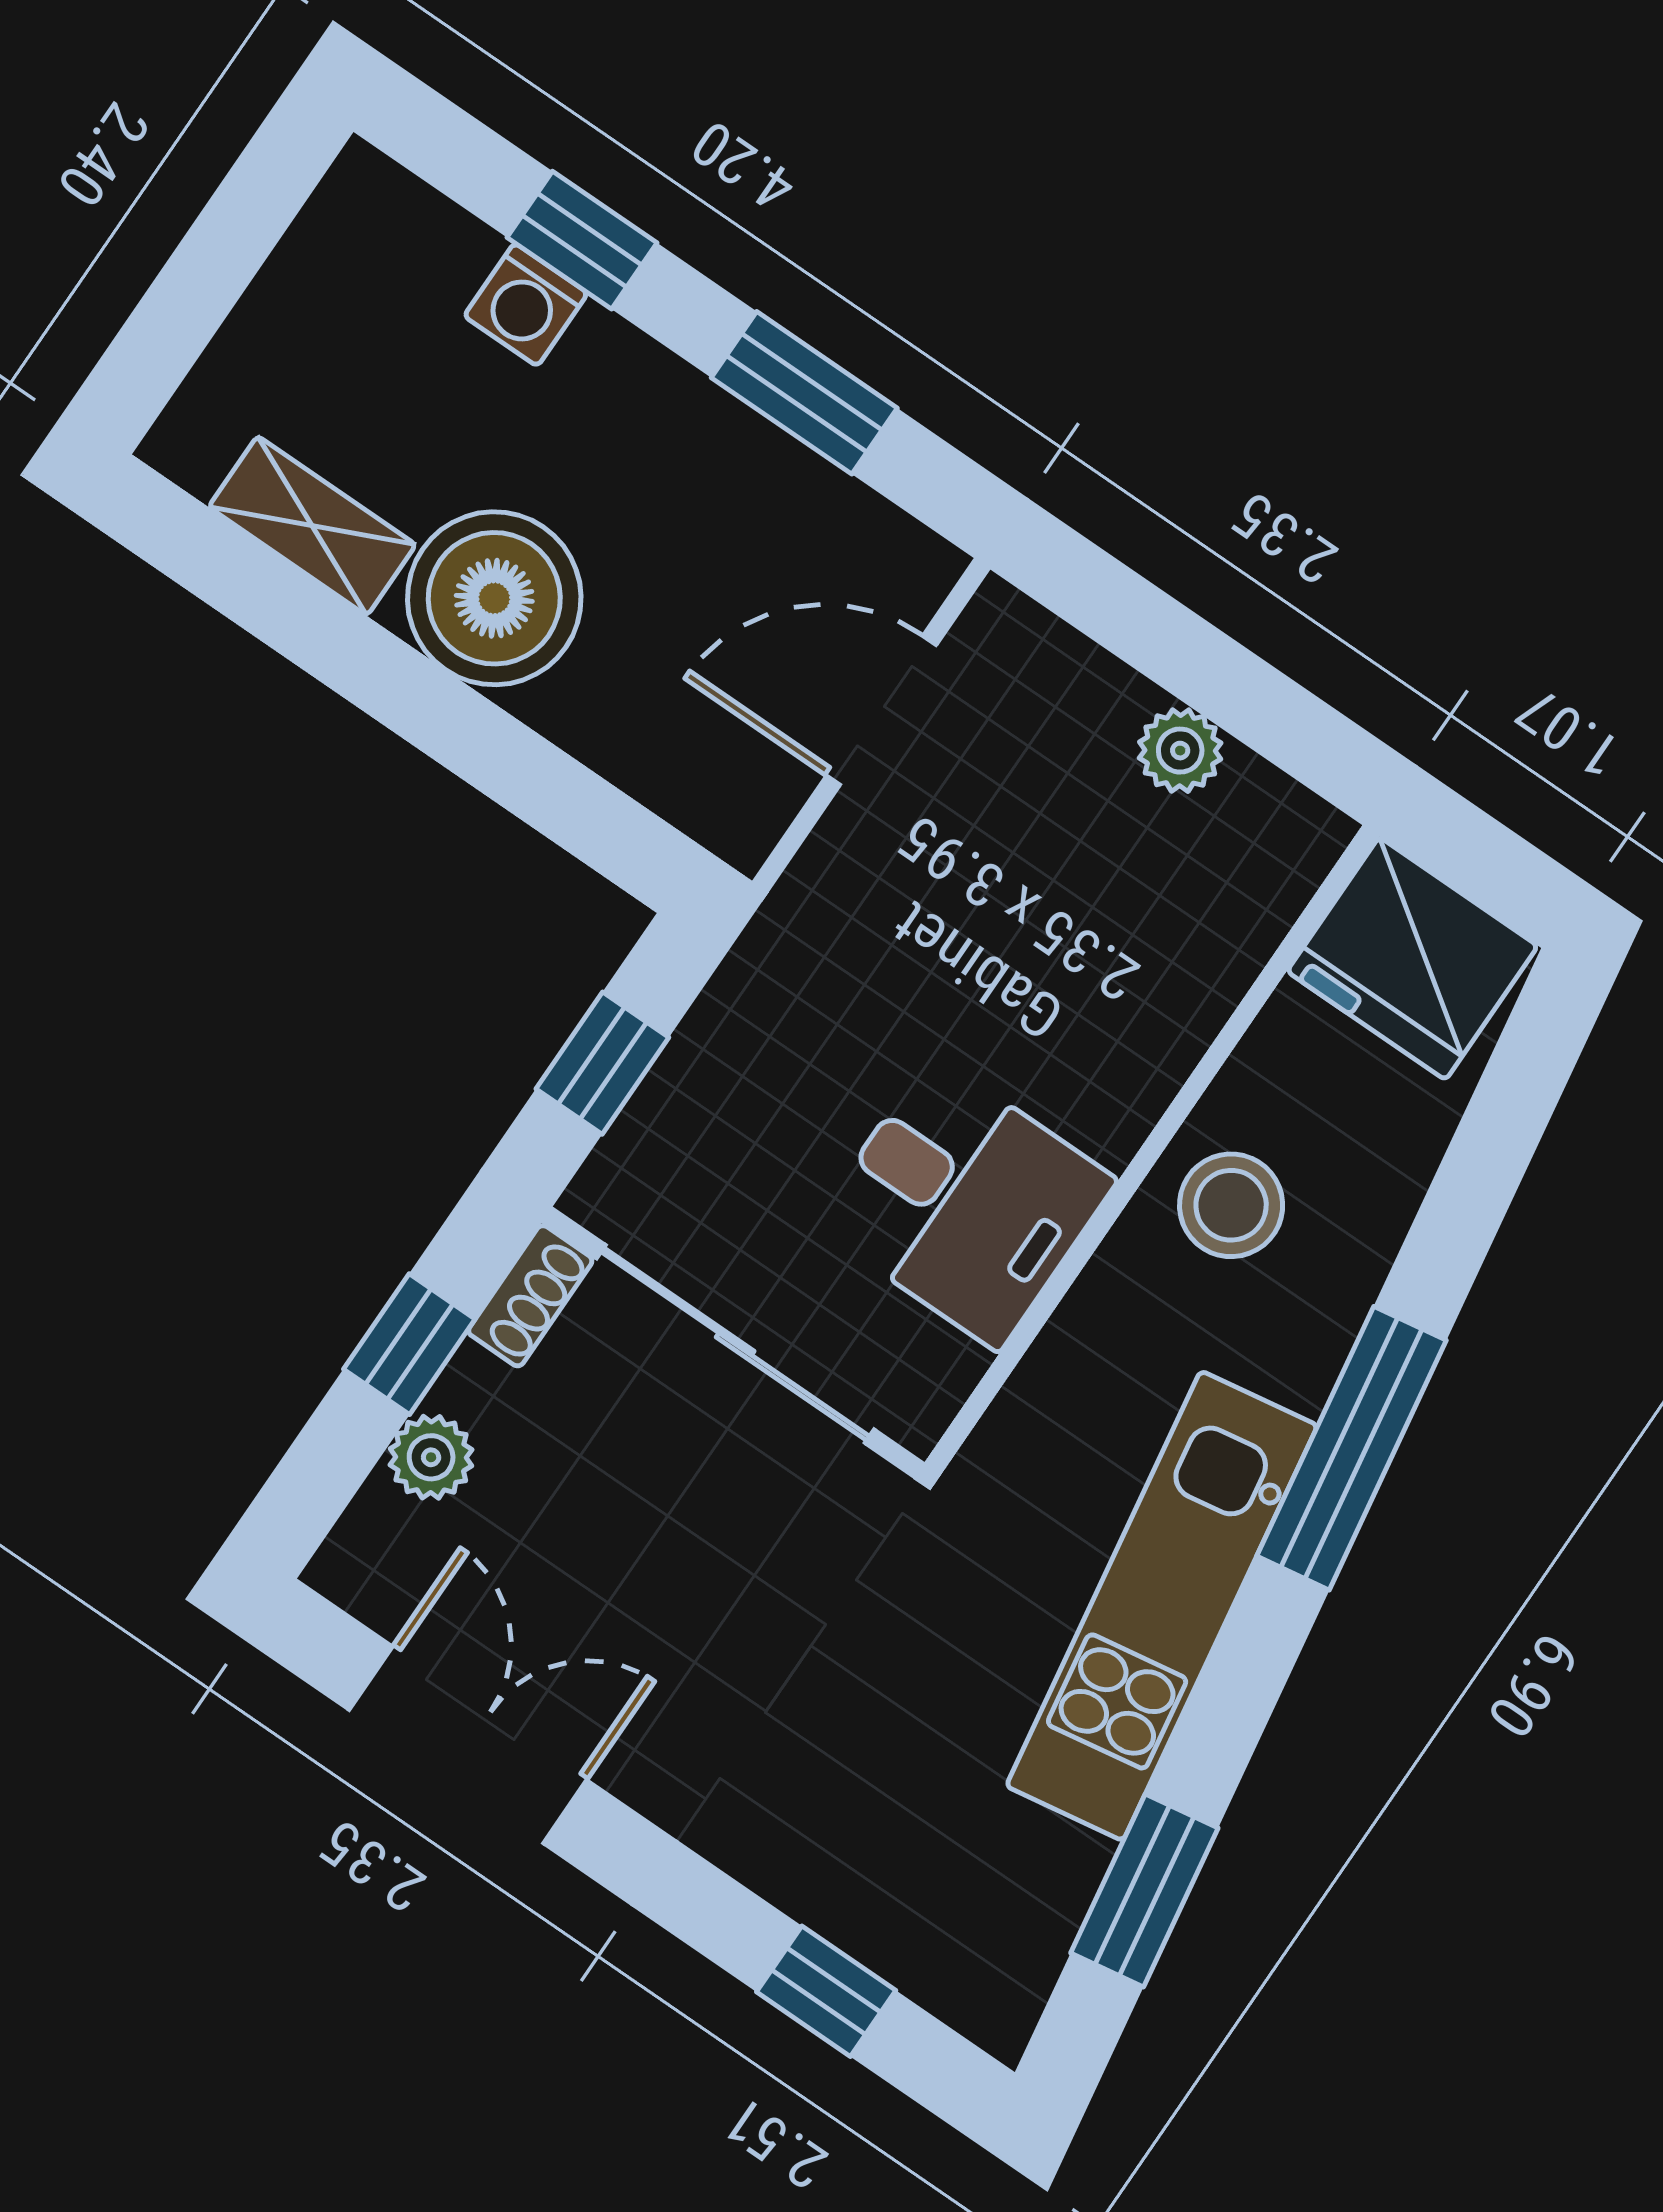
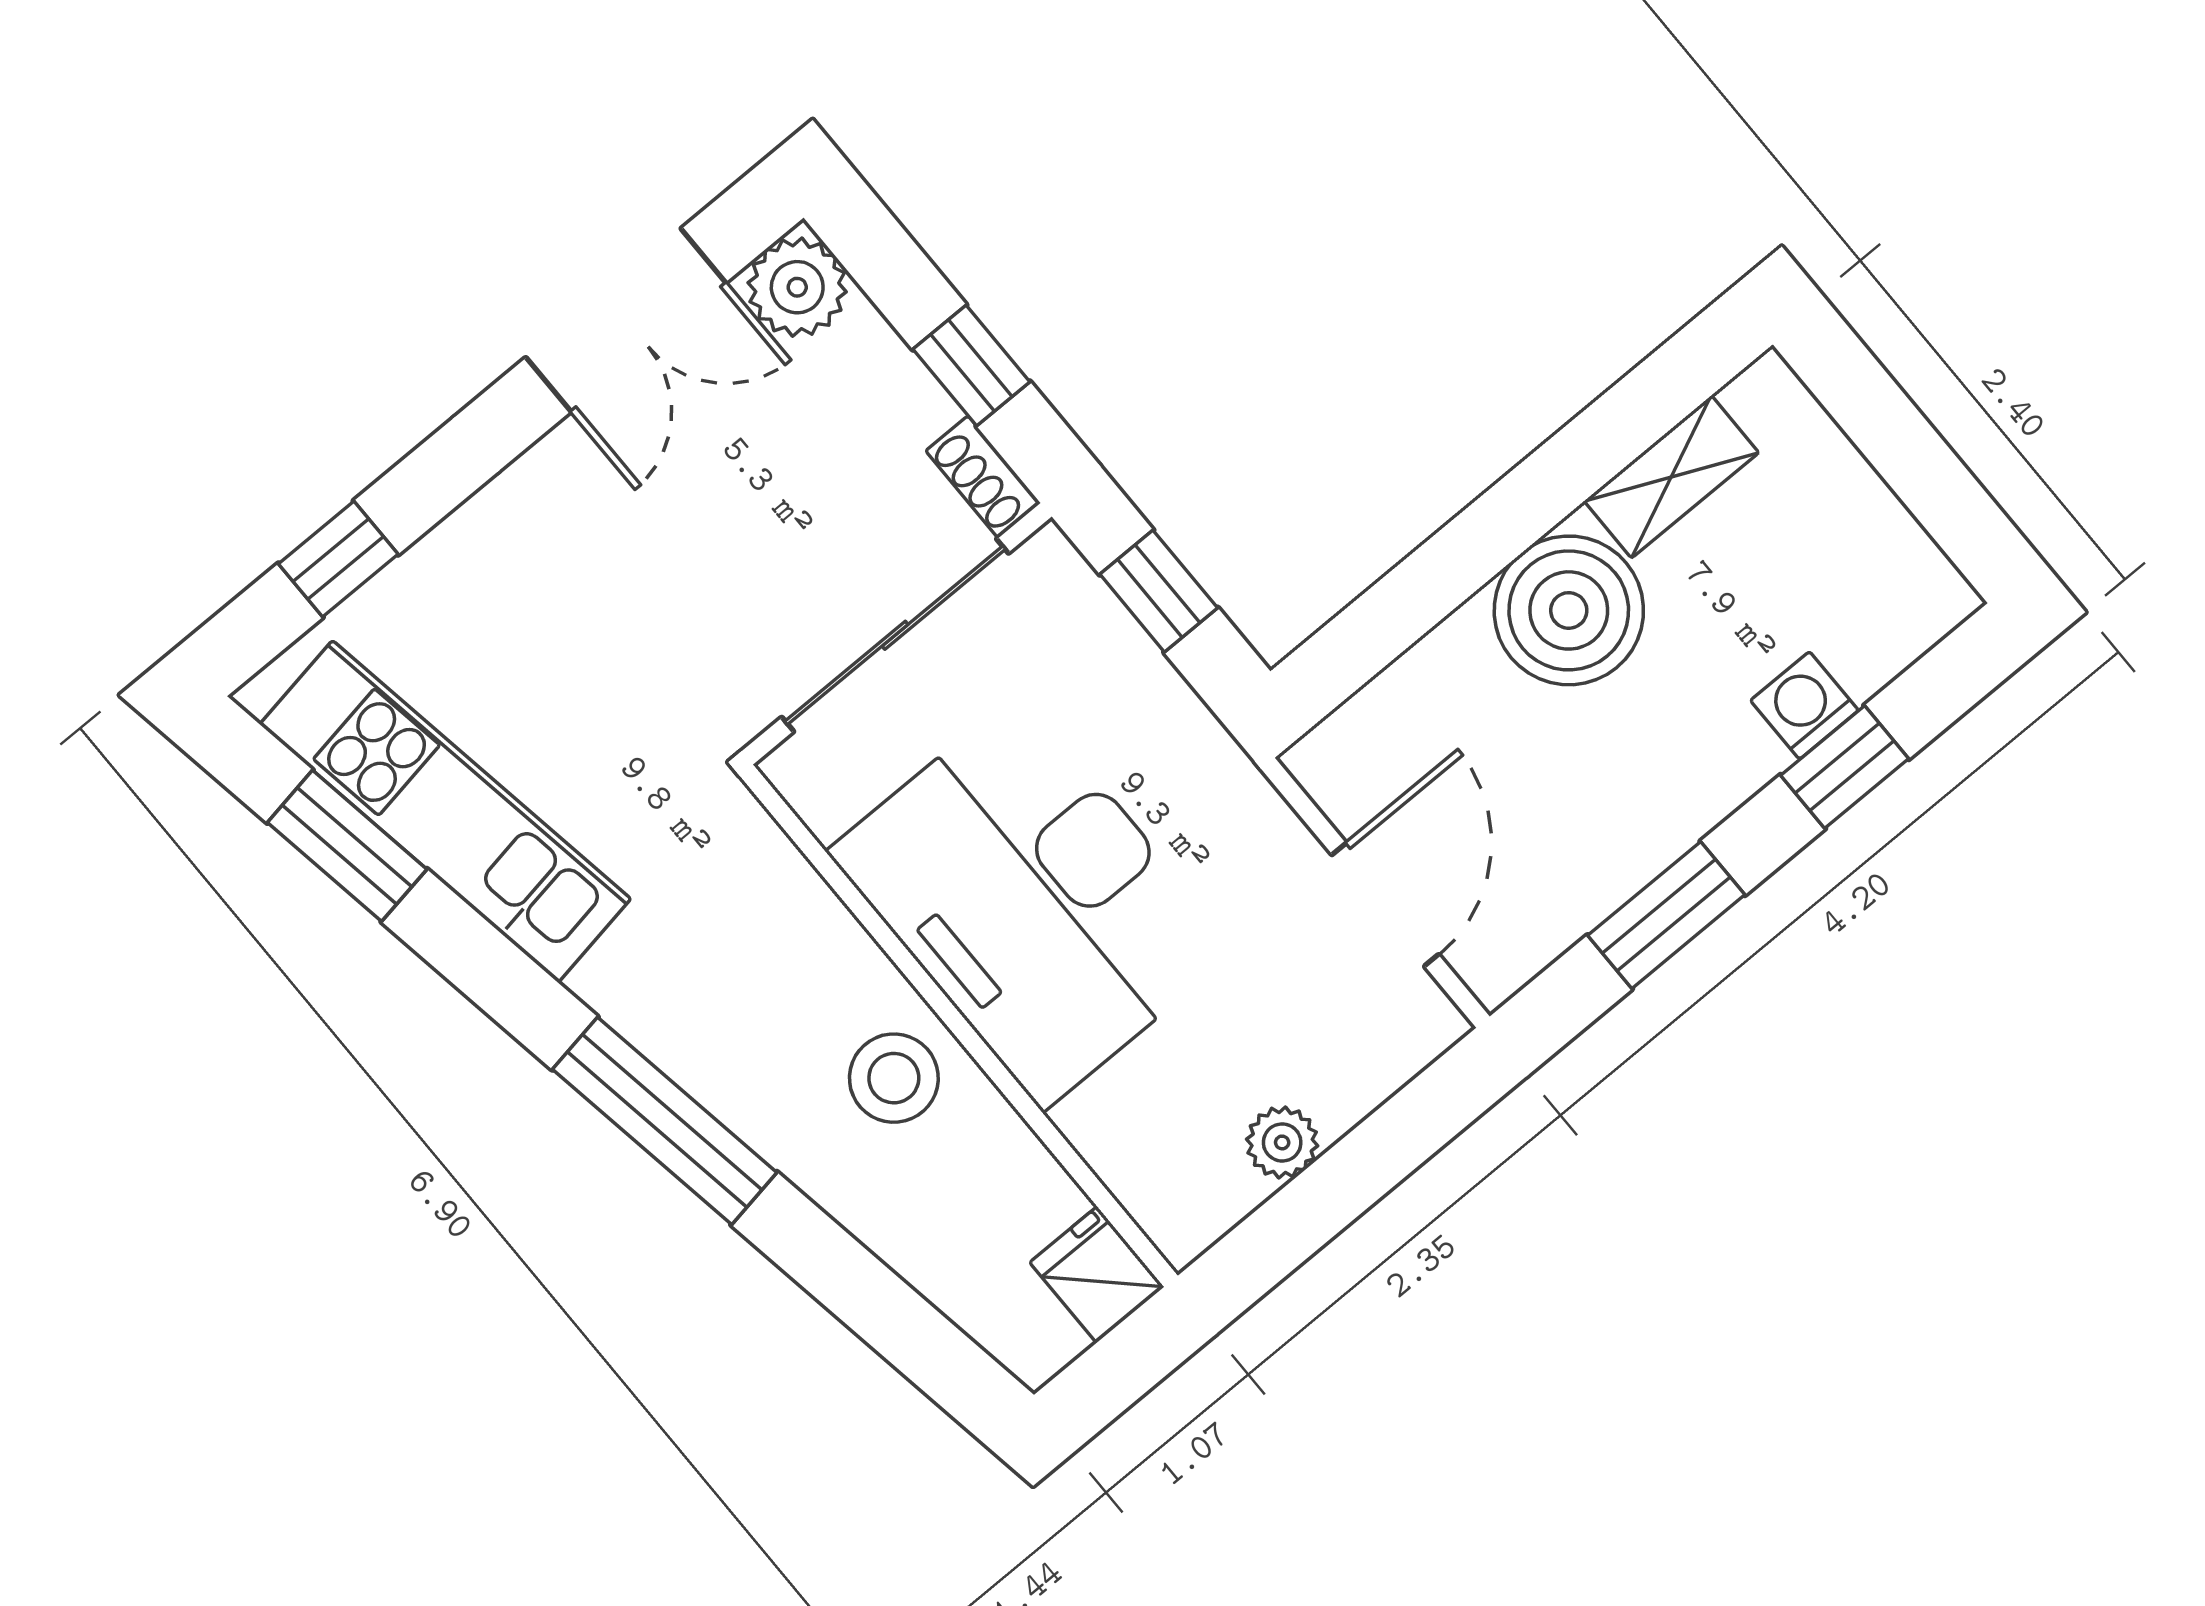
fridge: (1412, 959) -> (1097, 1275), width x0.53, depth x0.75
desk: (965, 1202) -> (1032, 901), width x1.87, depth x1.30
plant: (431, 1457) -> (797, 287), moved, width x1.38, depth x1.38
kitchen unit: (1162, 1606) -> (445, 812), moved

